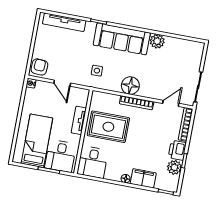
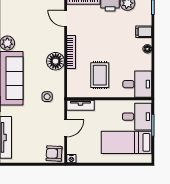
tv unit: (79, 120) -> (81, 105), moved
rug: (108, 127) -> (100, 75), width x0.73, depth x0.70
filing cabinet: (143, 178) -> (144, 32), width x0.50

